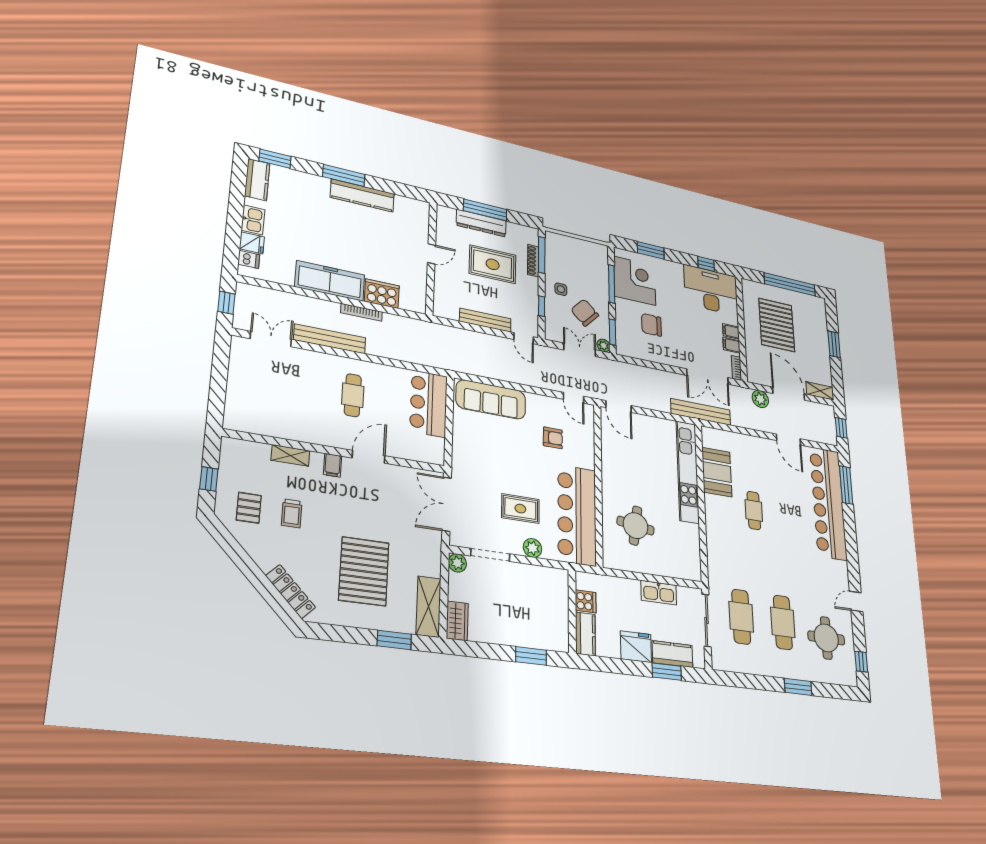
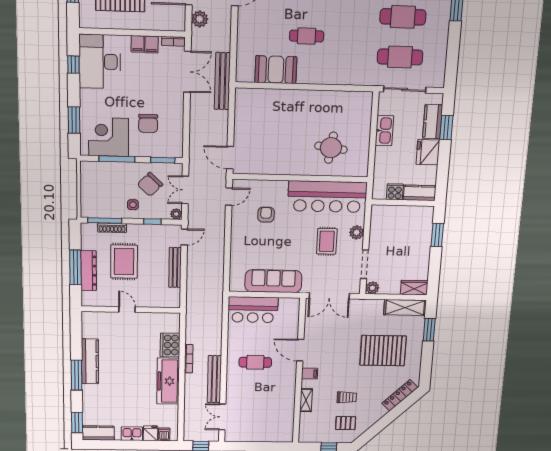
plant: (603, 345) -> (176, 214), moved
sofa: (491, 399) -> (273, 281), moved, turned -90
door: (619, 407) -> (230, 158), swing flipped
kitchen unit: (688, 472) -> (279, 98), removed

